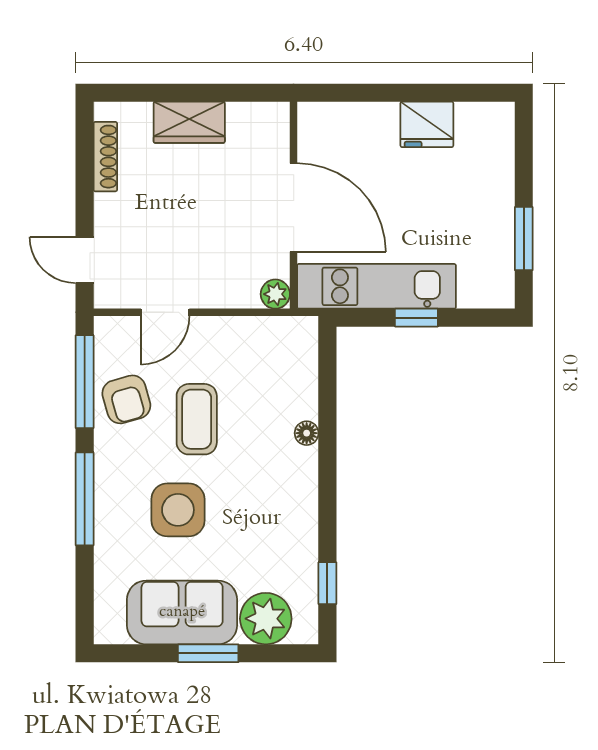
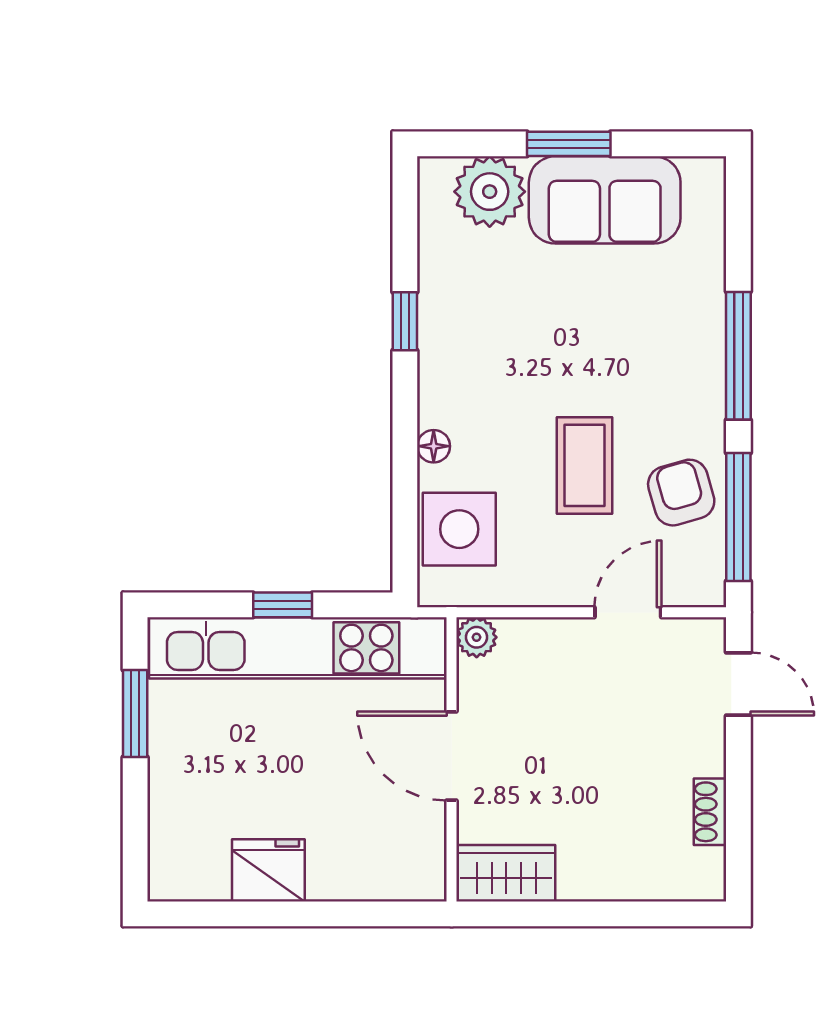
wardrobe: (189, 122) -> (506, 873), moved
shoe rack: (105, 157) -> (710, 812), width x0.70
door: (294, 208) -> (452, 756), width x0.73
kitchen unit: (376, 286) -> (298, 648), width x1.36
side table: (178, 510) -> (459, 529), moved
window: (327, 583) -> (405, 321), moved

